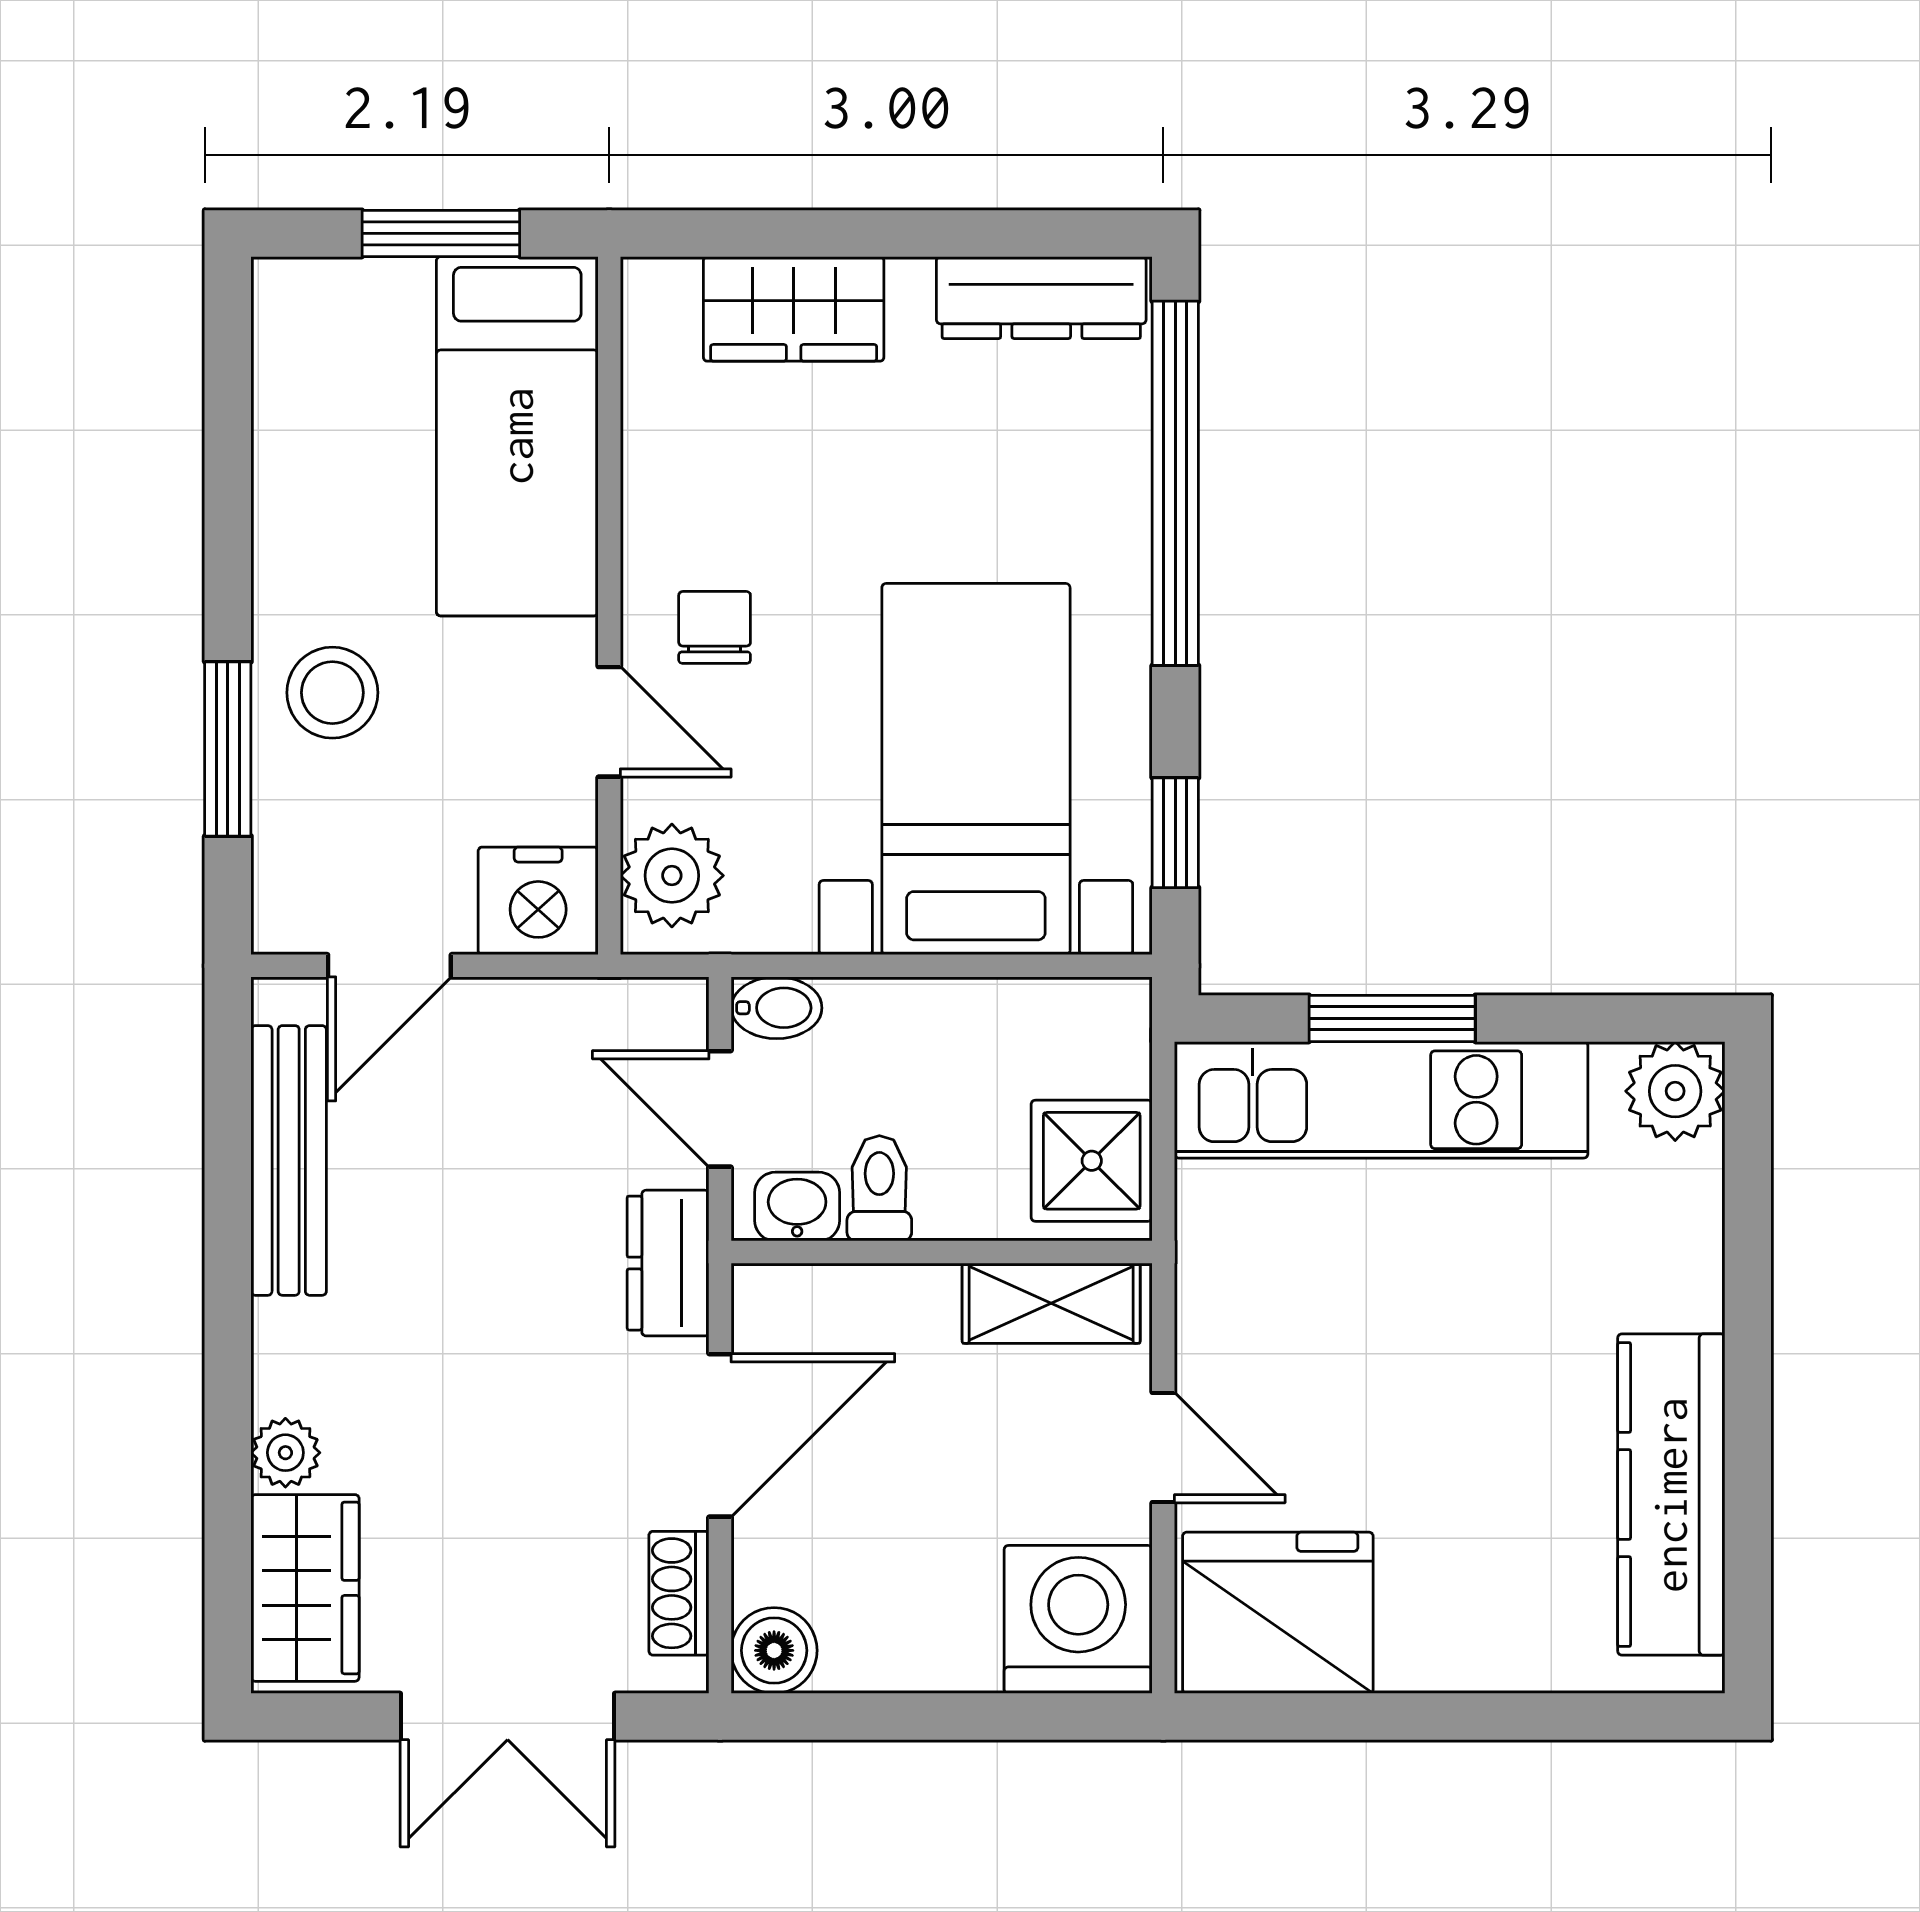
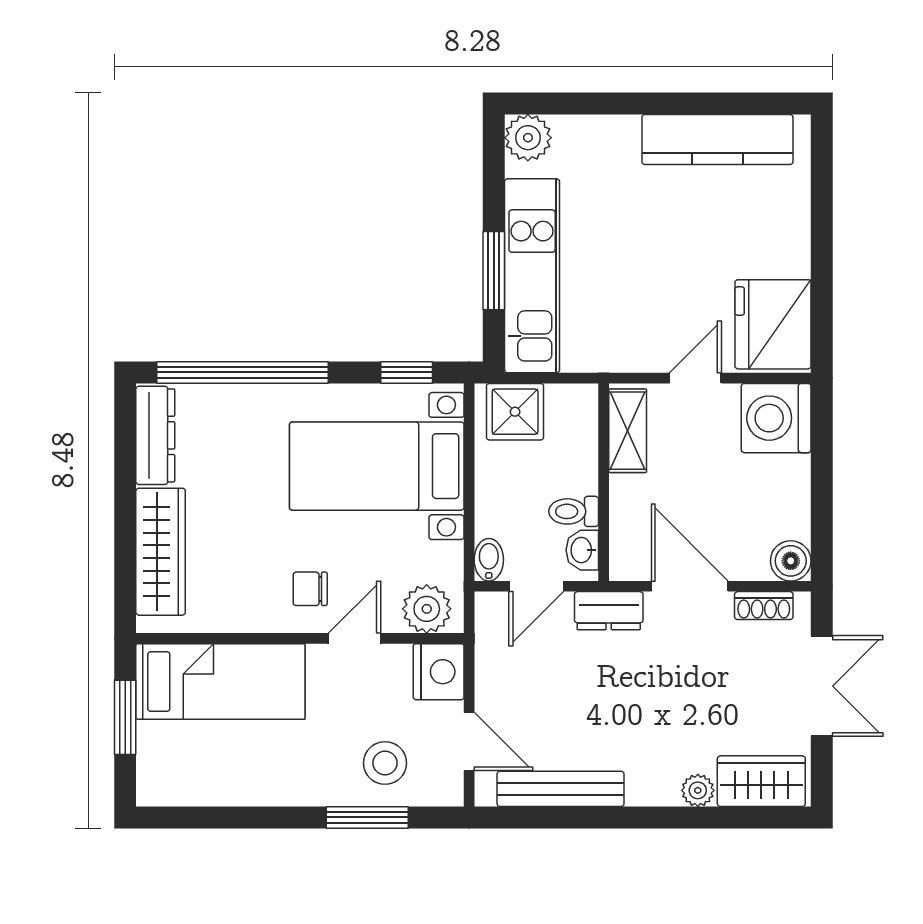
wardrobe: (794, 309) -> (161, 552), width x1.50
stool: (332, 693) -> (385, 763), moved
shower: (1092, 1161) -> (515, 412), moved

